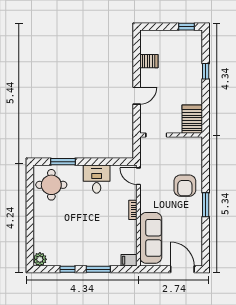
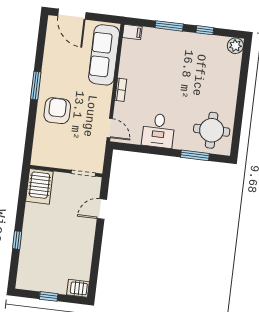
window: (186, 27) -> (49, 296), moved
server rack: (149, 61) -> (78, 288), moved
door: (137, 96) -> (102, 209), moved

